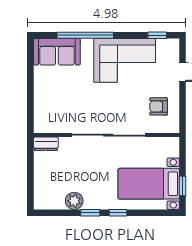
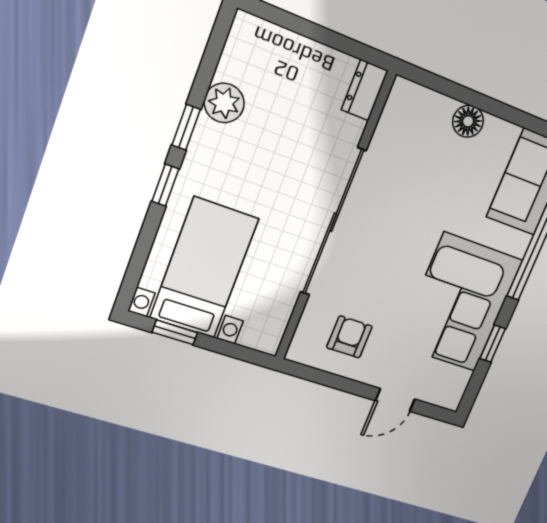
window: (157, 35) -> (493, 344), moved
floor lamp: (41, 92) -> (468, 121), added

